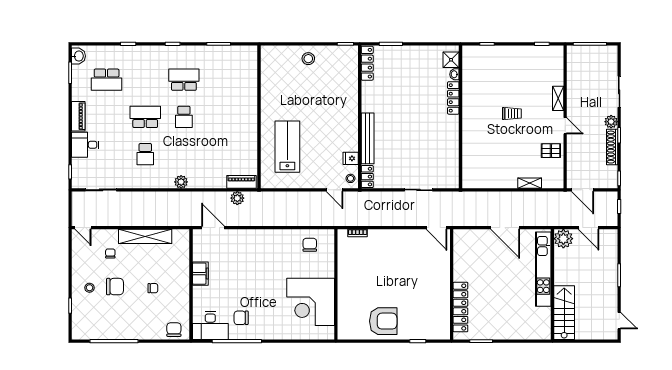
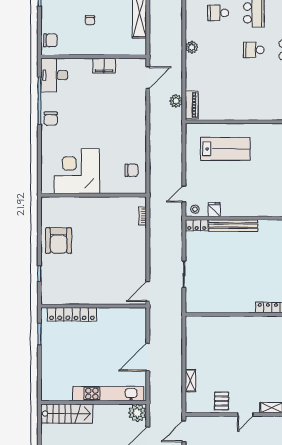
trolley: (512, 113) -> (257, 364), removed
chair: (241, 318) -> (51, 119), moved, turned 180

